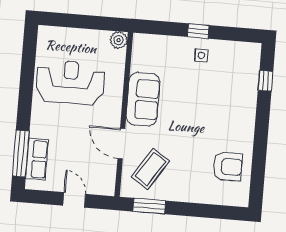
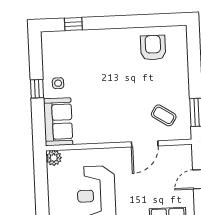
sofa: (143, 99) -> (58, 122), moved, turned 90
coffee table: (151, 169) -> (164, 115), width x0.73, depth x0.77

